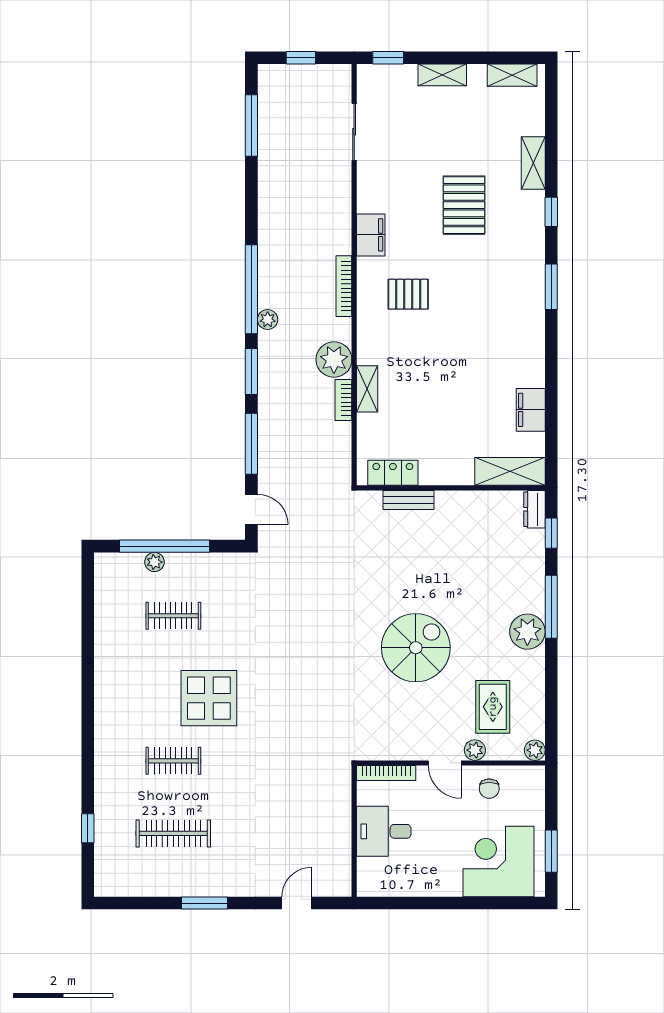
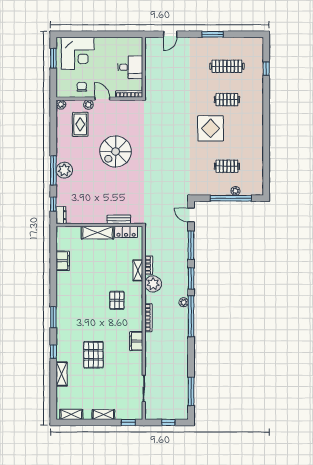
pallet: (408, 294) -> (117, 300), moved, turned 90
shelving: (510, 471) -> (98, 233), moved
plant: (527, 632) -> (64, 170), moved

